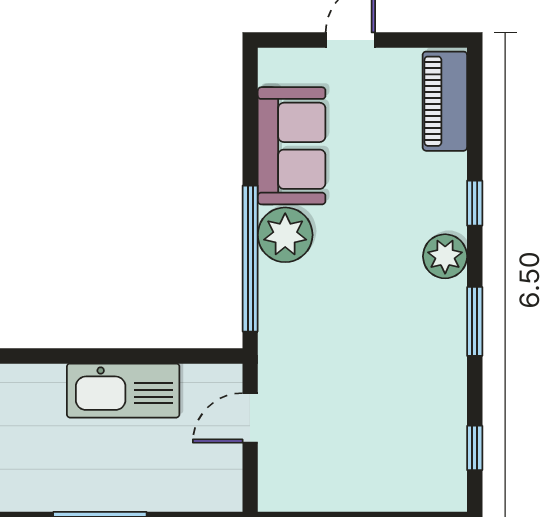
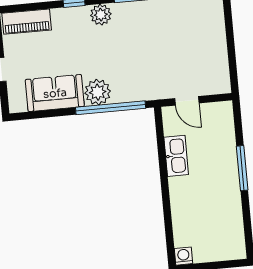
kitchen sink: (123, 391) -> (176, 156), width x0.73, depth x0.81

